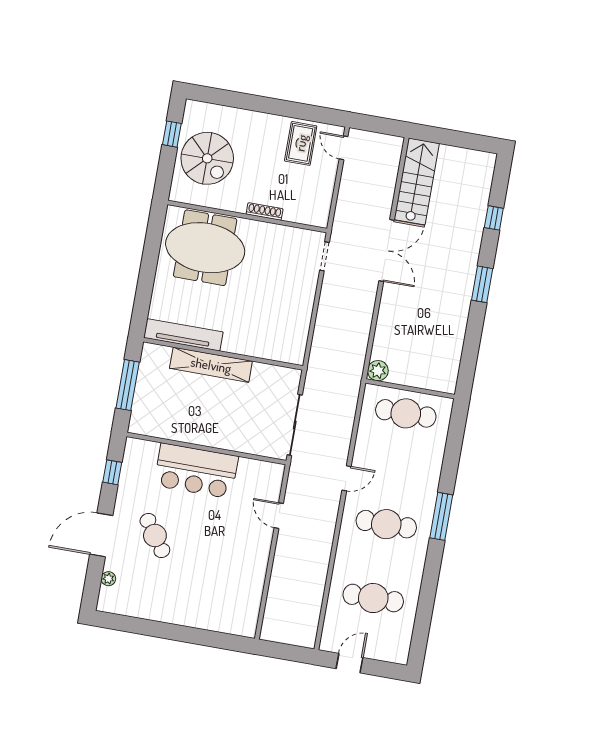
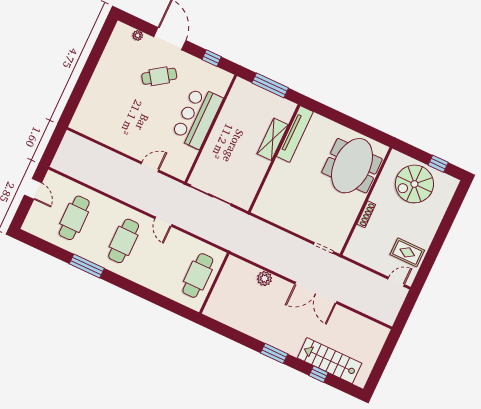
stairs: (417, 181) -> (330, 361), moved, turned 180
shelving: (211, 365) -> (273, 139), width x0.68
plant: (378, 371) -> (265, 279), moved
window: (441, 516) -> (87, 266), moved

